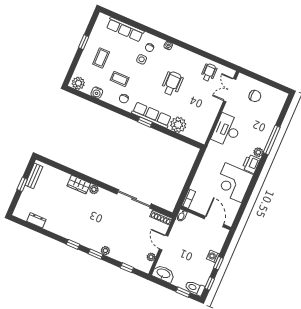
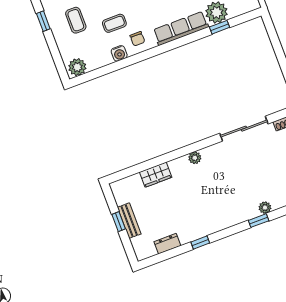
water cooler: (97, 93) -> (119, 53), moved
window: (145, 122) -> (220, 27), moved
bench: (34, 176) -> (129, 221), moved
wardrobe: (79, 185) -> (156, 175), moved
window: (73, 244) -> (200, 243), moved

